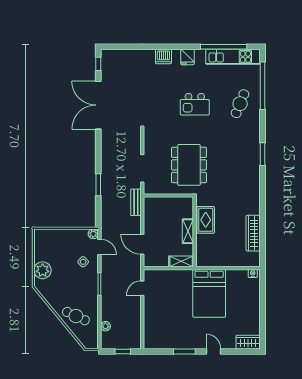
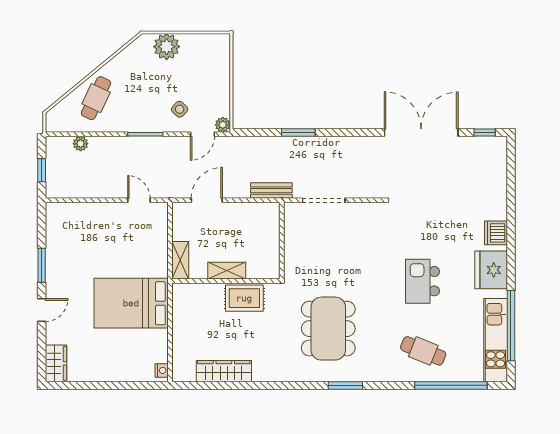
fridge: (187, 57) -> (491, 270), width x1.88, depth x1.34
dining table: (189, 165) -> (328, 329), moved, turned 90

